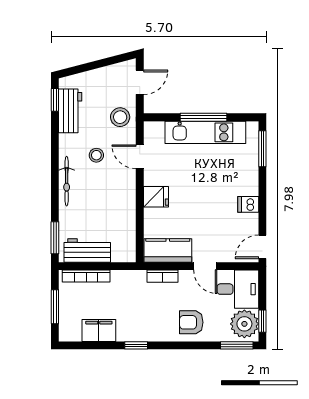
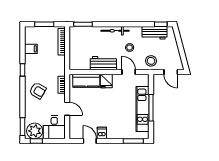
door: (140, 157) -> (129, 72), hinge flipped
door: (262, 247) -> (90, 141), moved
workbench: (87, 250) -> (103, 63), moved, turned -90
kitchen counter: (168, 251) -> (86, 81), moved, turned 90
door: (205, 266) -> (67, 109), swing flipped
armchair: (191, 322) -> (38, 91), moved, turned 120
filing cabinet: (99, 330) -> (31, 49), width x0.50

